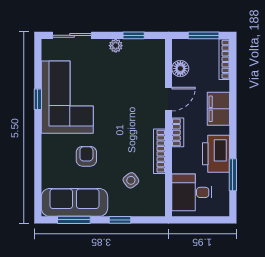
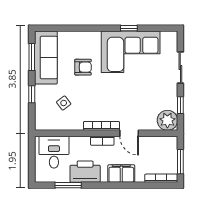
sliding door: (72, 35) -> (180, 67), moved
plant: (116, 46) -> (167, 120), moved, width x1.87, depth x1.87
floor lamp: (180, 69) -> (154, 143), removed
bookcase: (159, 151) -> (101, 126), moved

